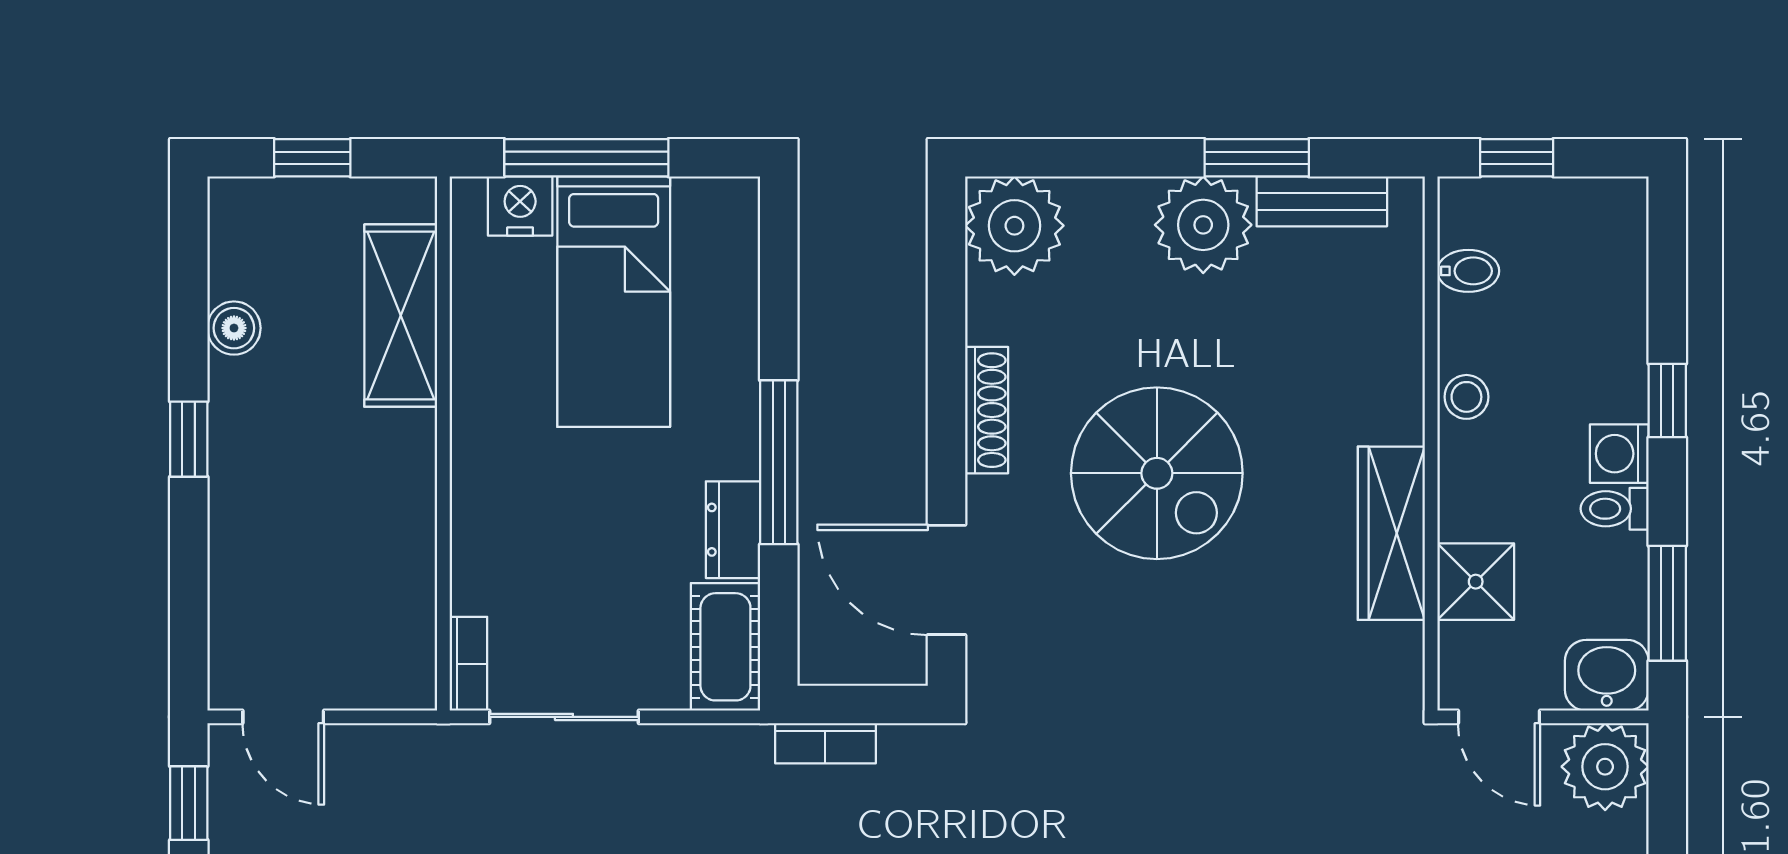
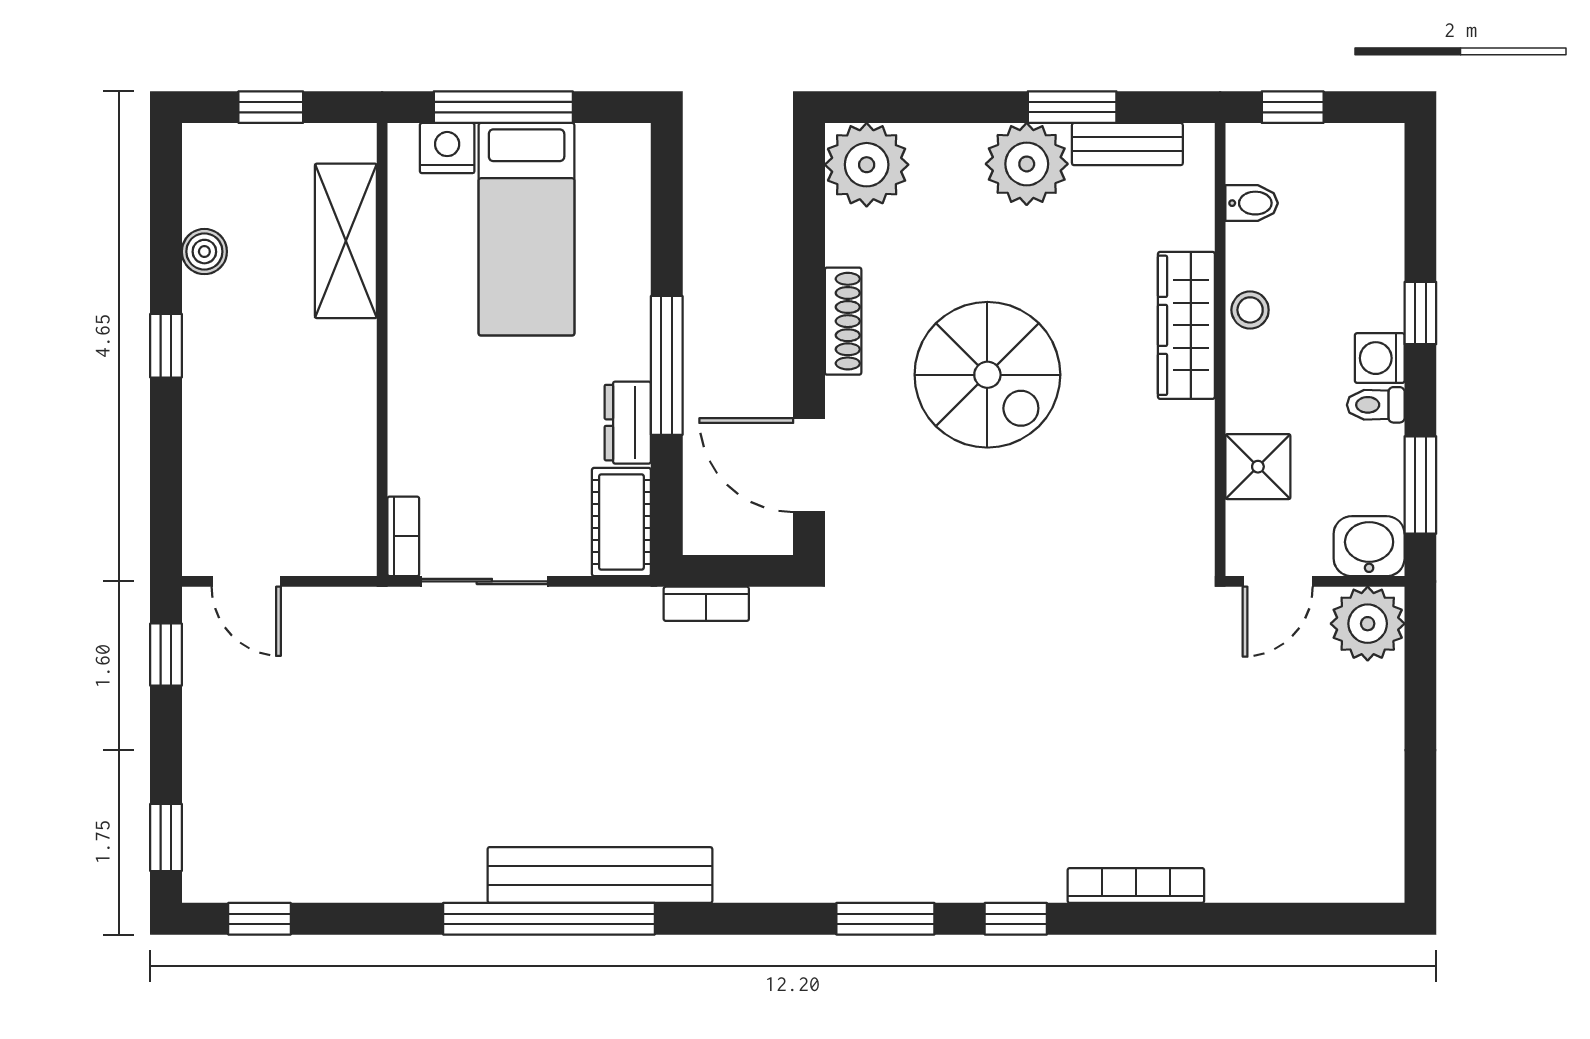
wardrobe: (1391, 533) -> (1186, 325), moved
door: (1499, 717) -> (1278, 581), hinge flipped

